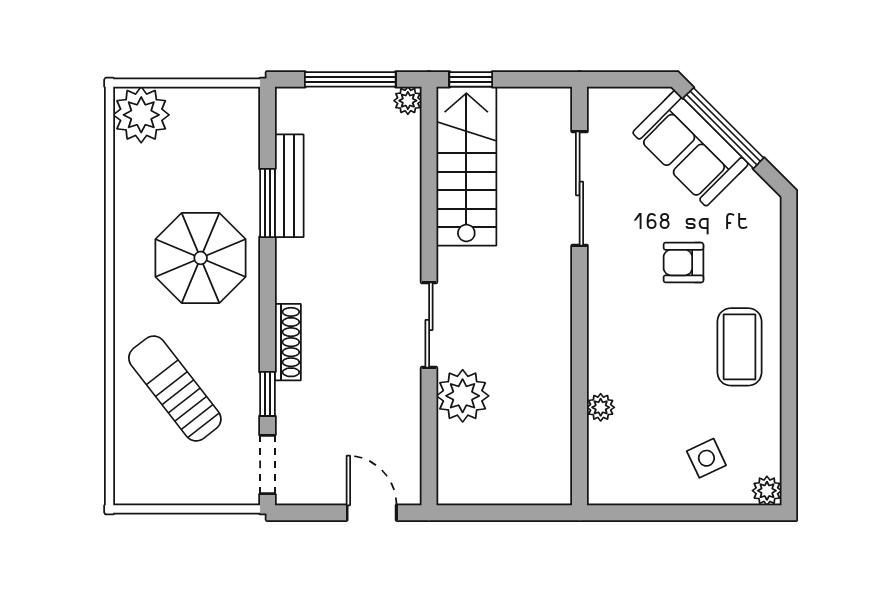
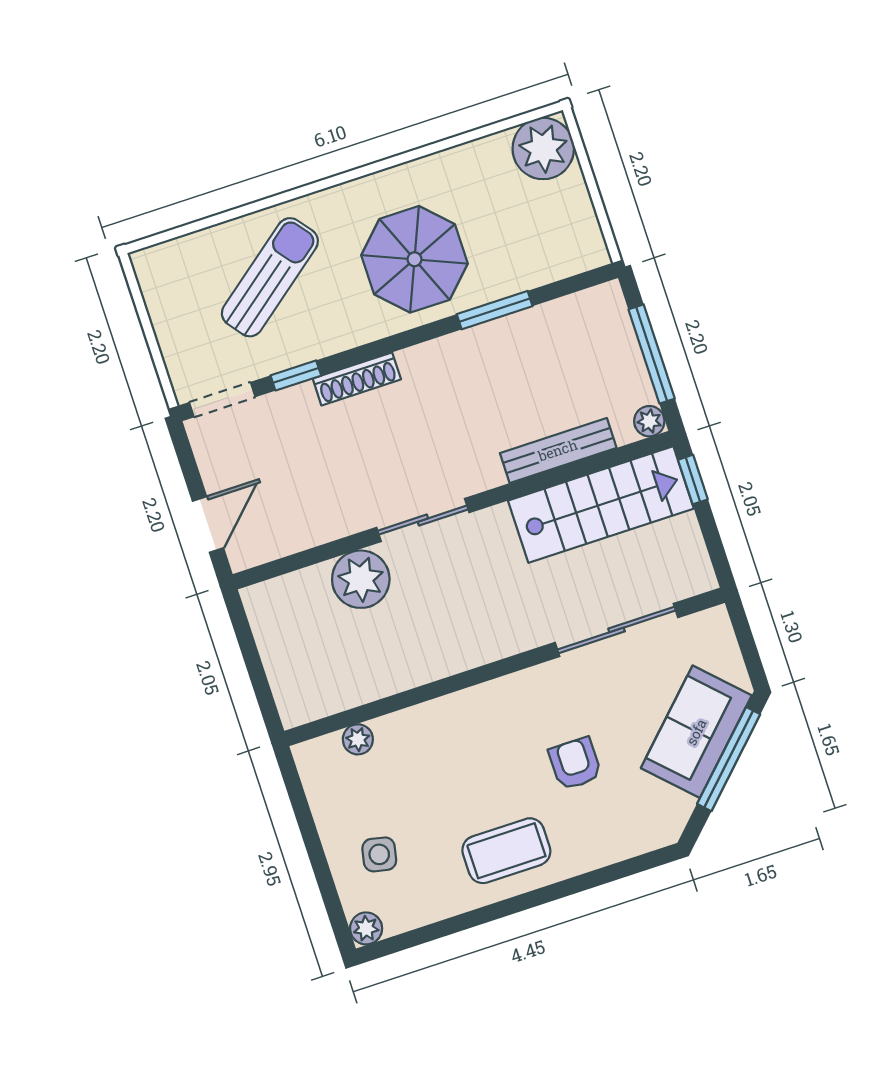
bench: (289, 186) -> (558, 450), moved
plant: (601, 407) -> (358, 739), moved
side table: (706, 458) -> (379, 854), turned 37

